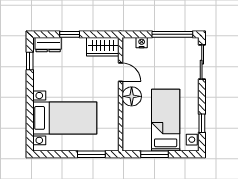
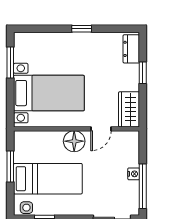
nightstand: (142, 43) -> (134, 174), moved
window: (30, 61) -> (82, 29), moved
bed with nightstands: (65, 118) -> (49, 93), moved, turned -90
window: (91, 154) -> (10, 62), moved

